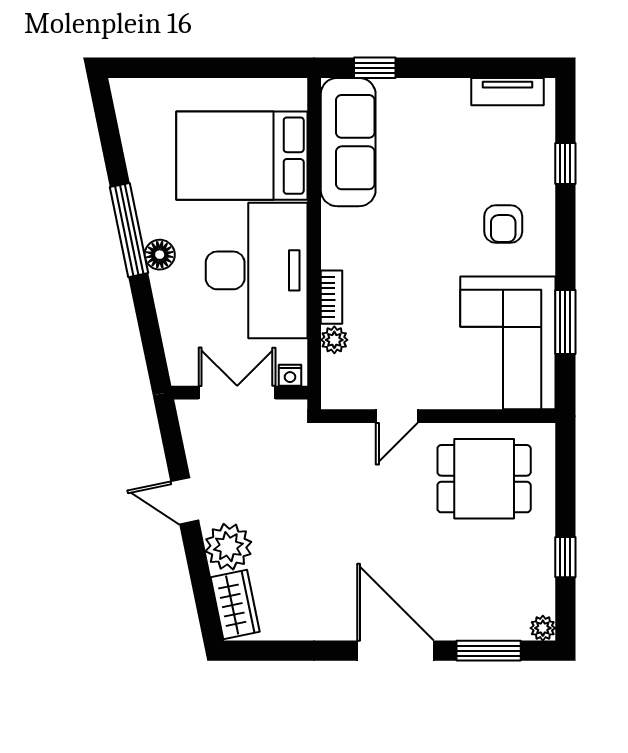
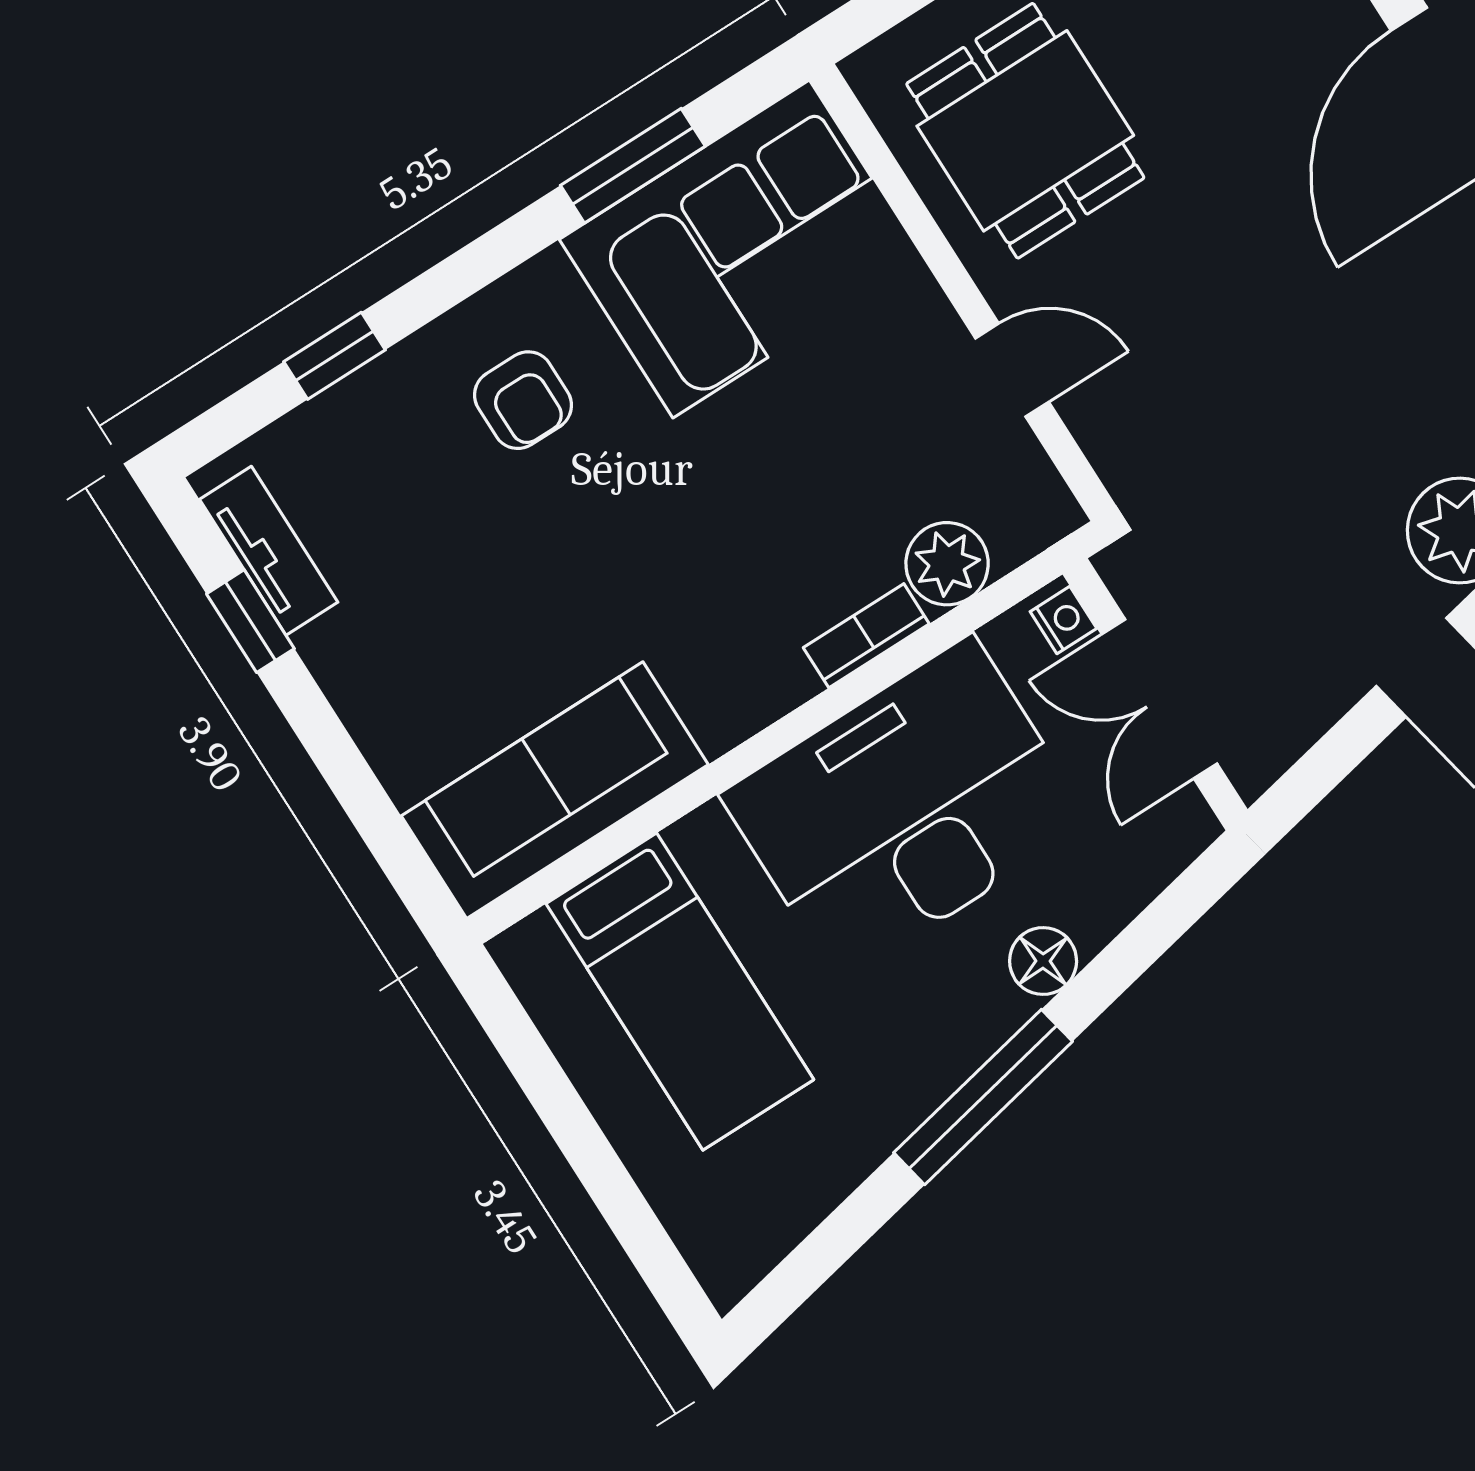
window: (375, 68) -> (250, 621), moved
bed: (242, 156) -> (680, 992), width x0.67
armchair: (503, 224) -> (523, 400), turned 90
floor lamp: (160, 255) -> (1043, 961), moved
plant: (334, 340) -> (947, 564), width x1.38, depth x1.38

